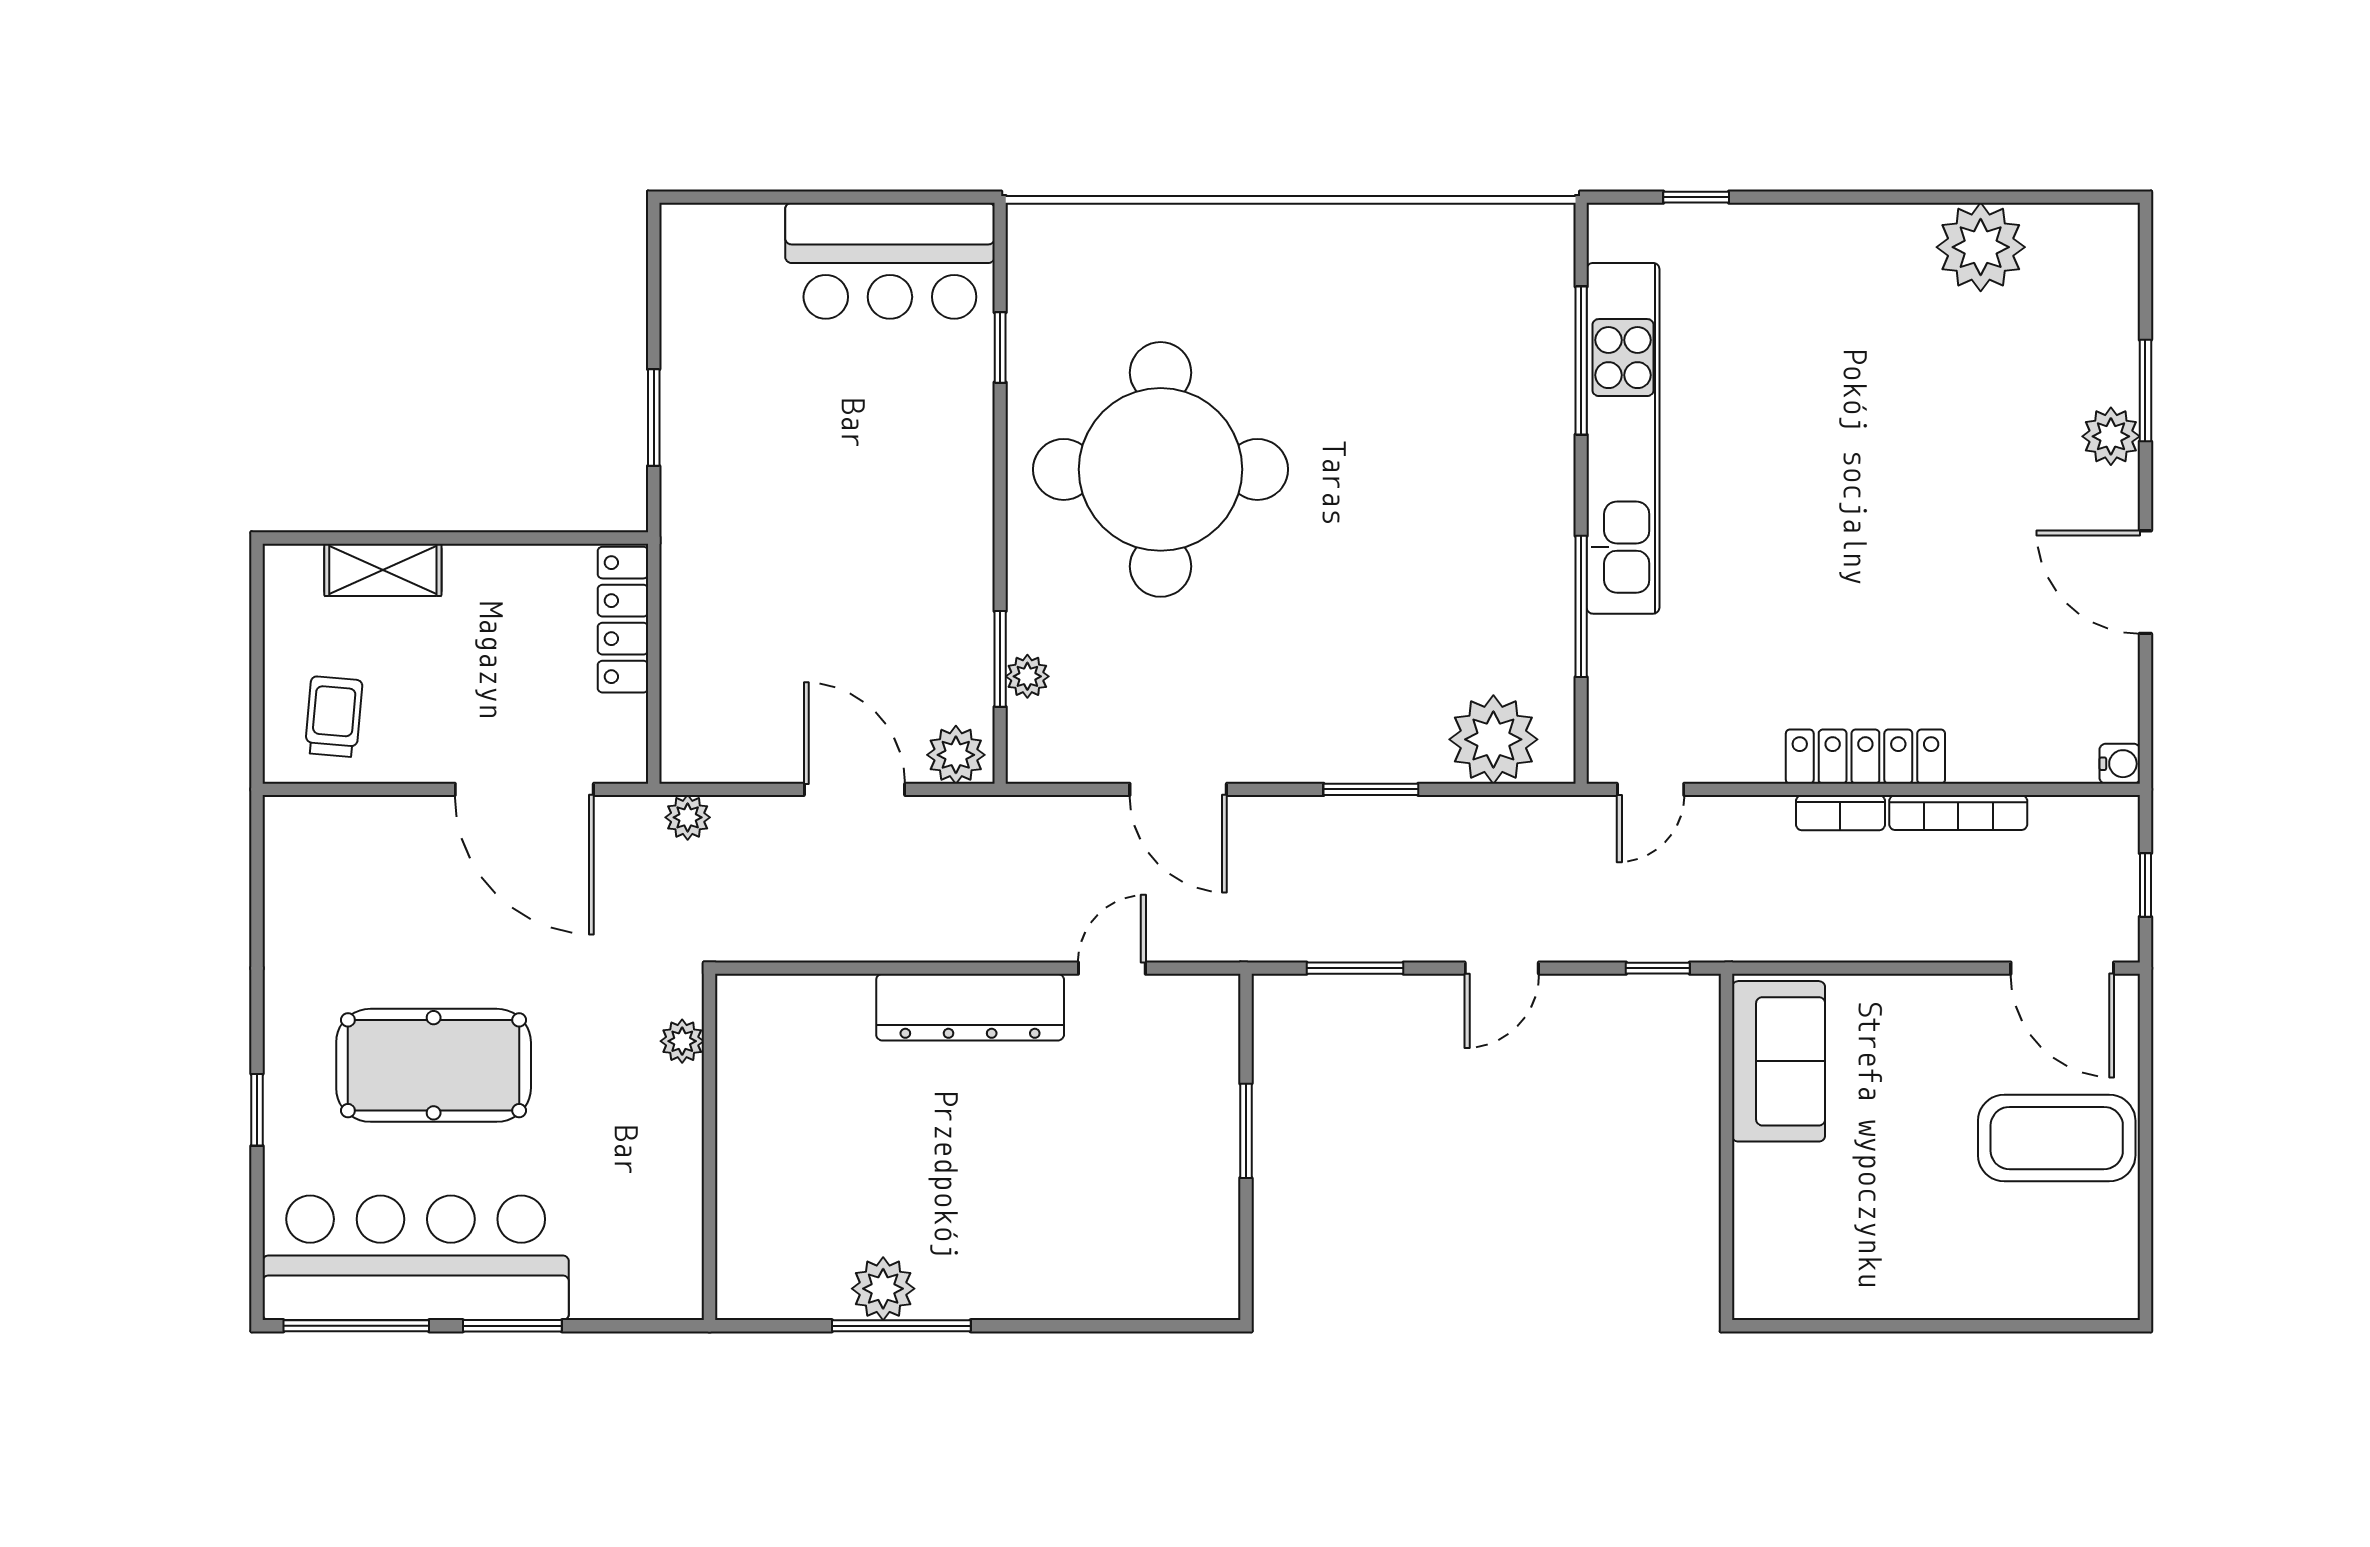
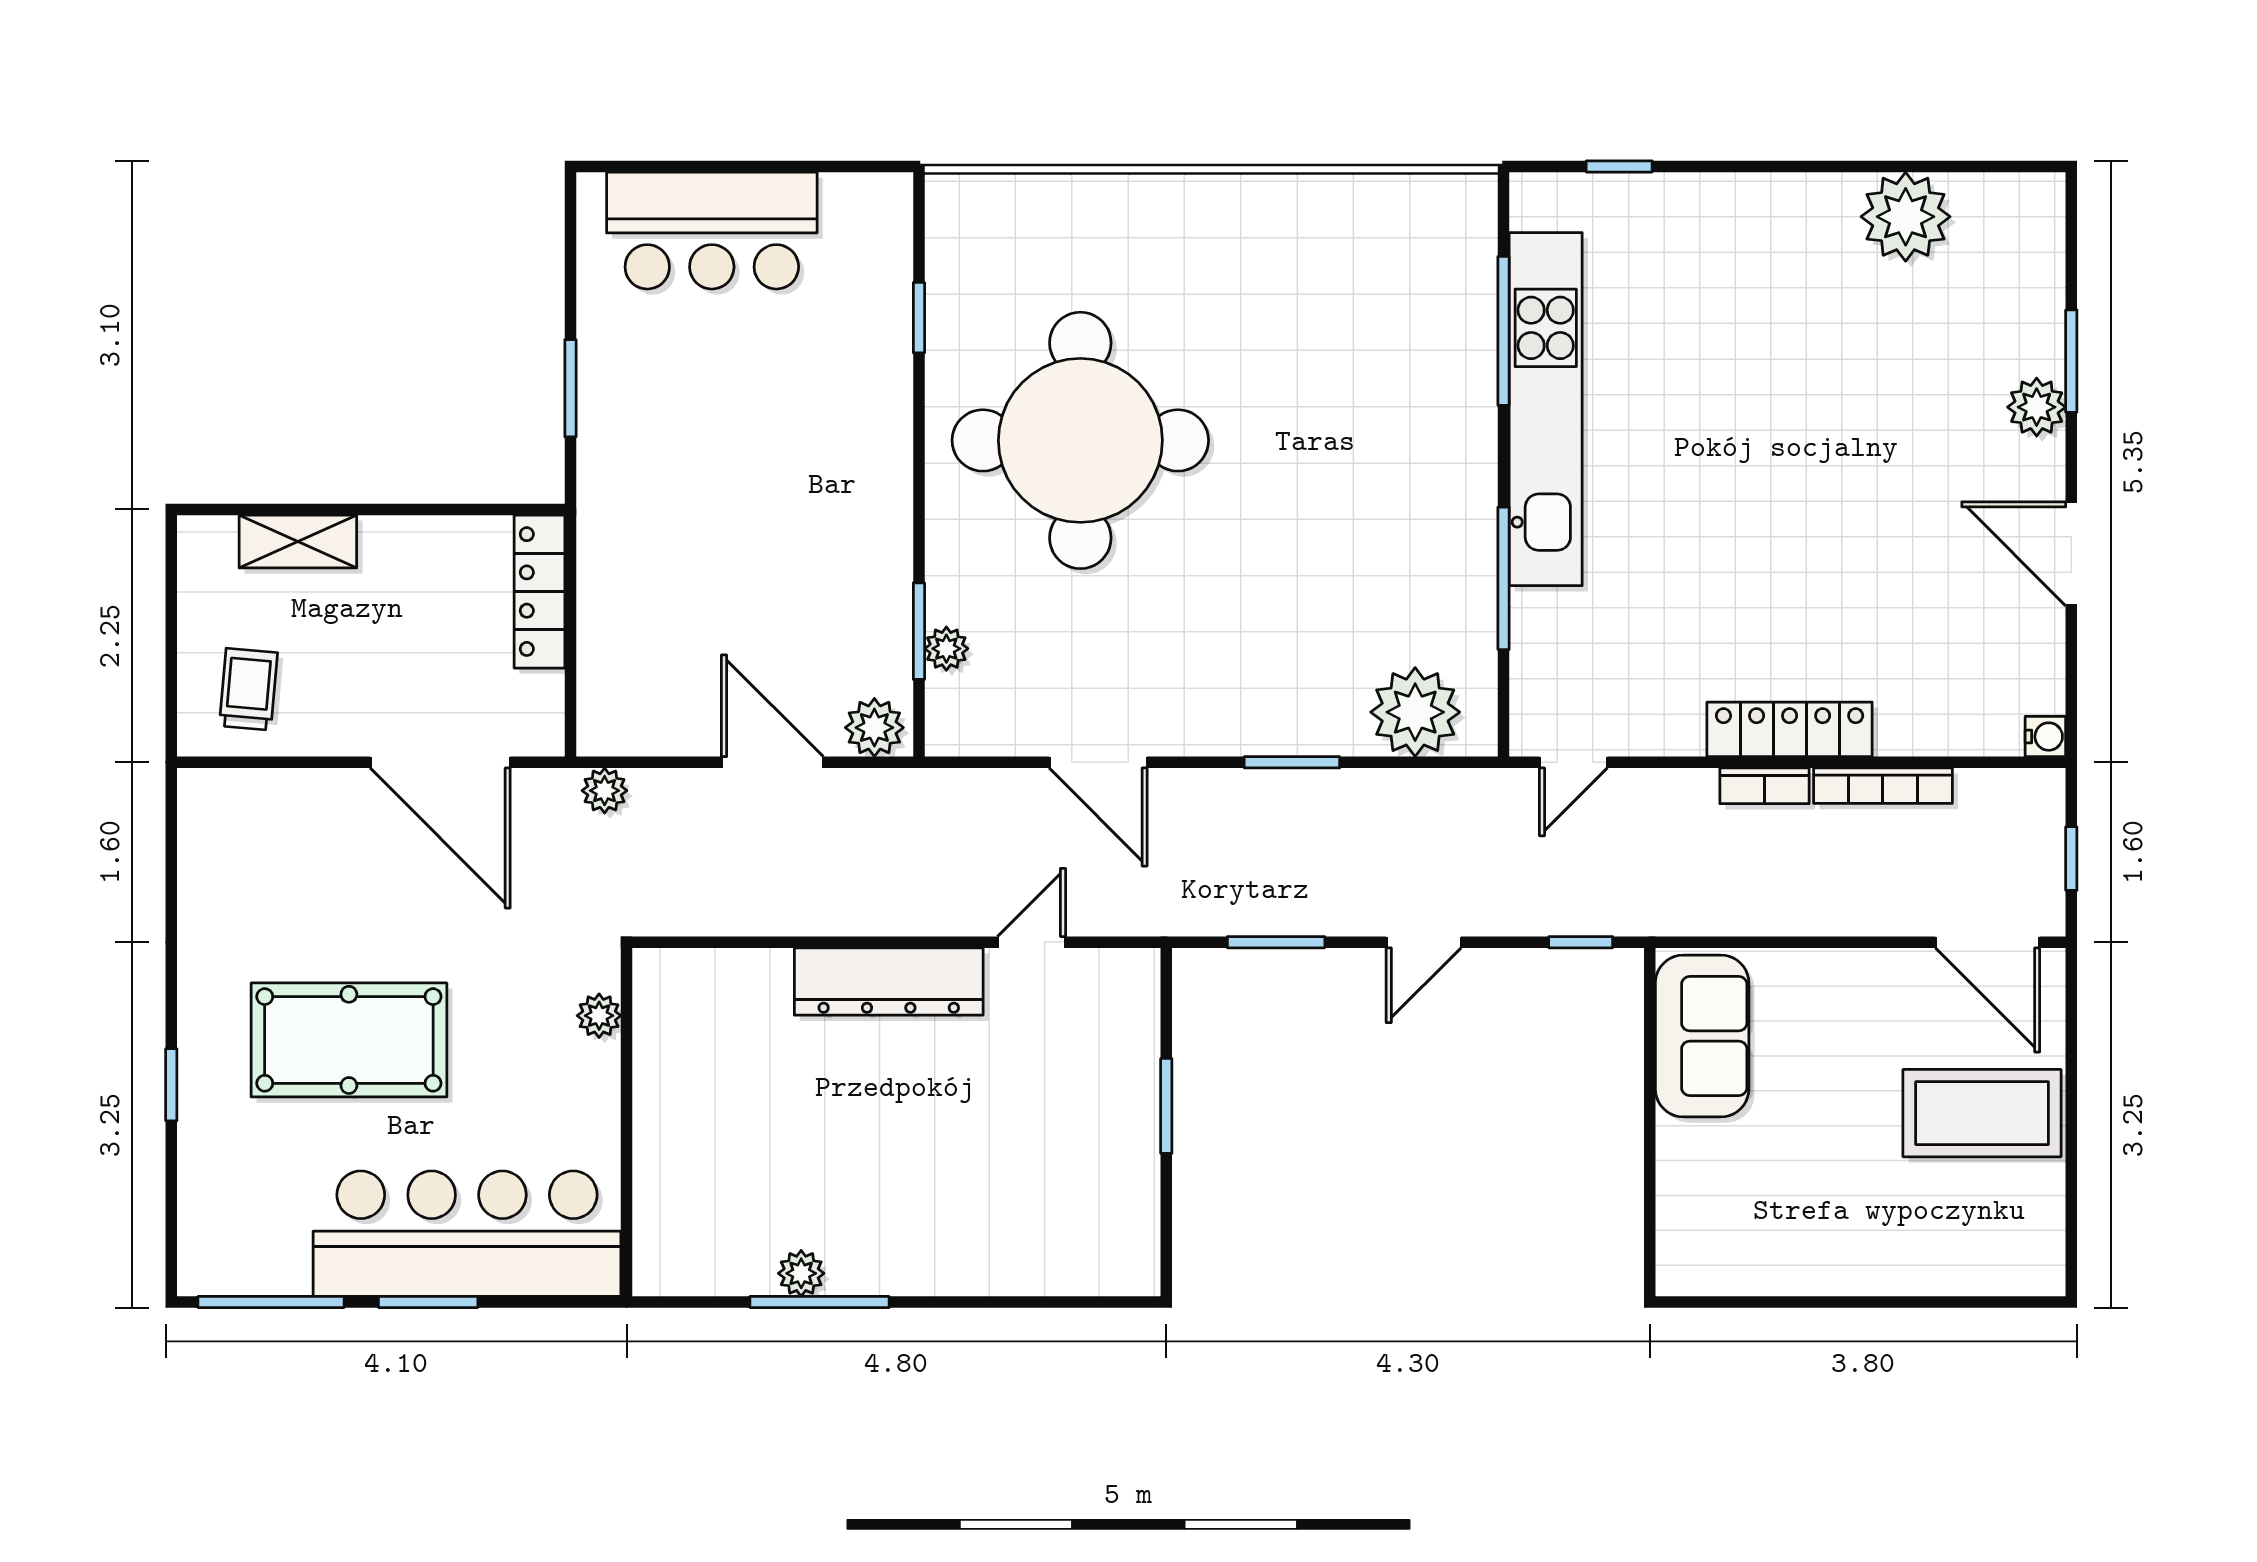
bar counter: (890, 261) -> (712, 231), moved
bar counter: (416, 1258) -> (467, 1234), moved
plant: (883, 1289) -> (801, 1273), width x0.73, depth x0.73

